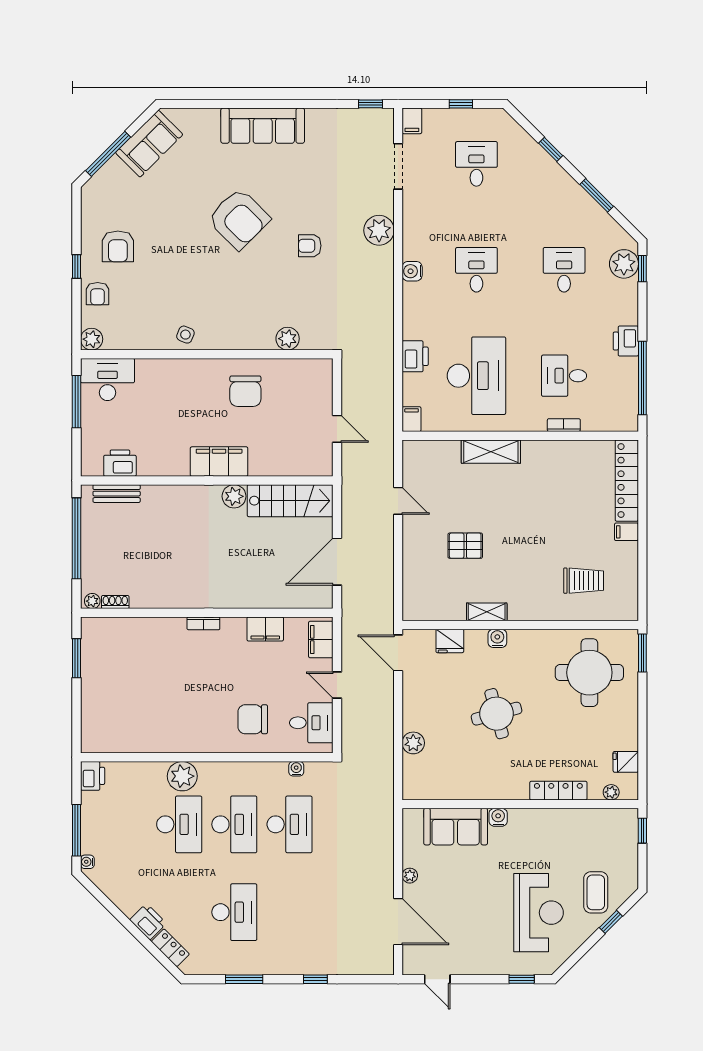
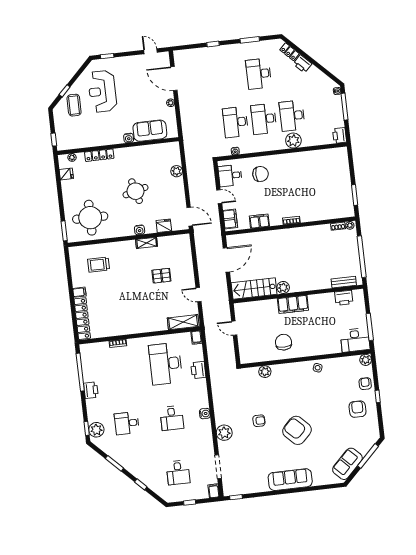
desk: (564, 270) -> (127, 423), turned 90
desk: (564, 376) -> (121, 369), removed
shelving: (491, 452) -> (183, 322), moved

